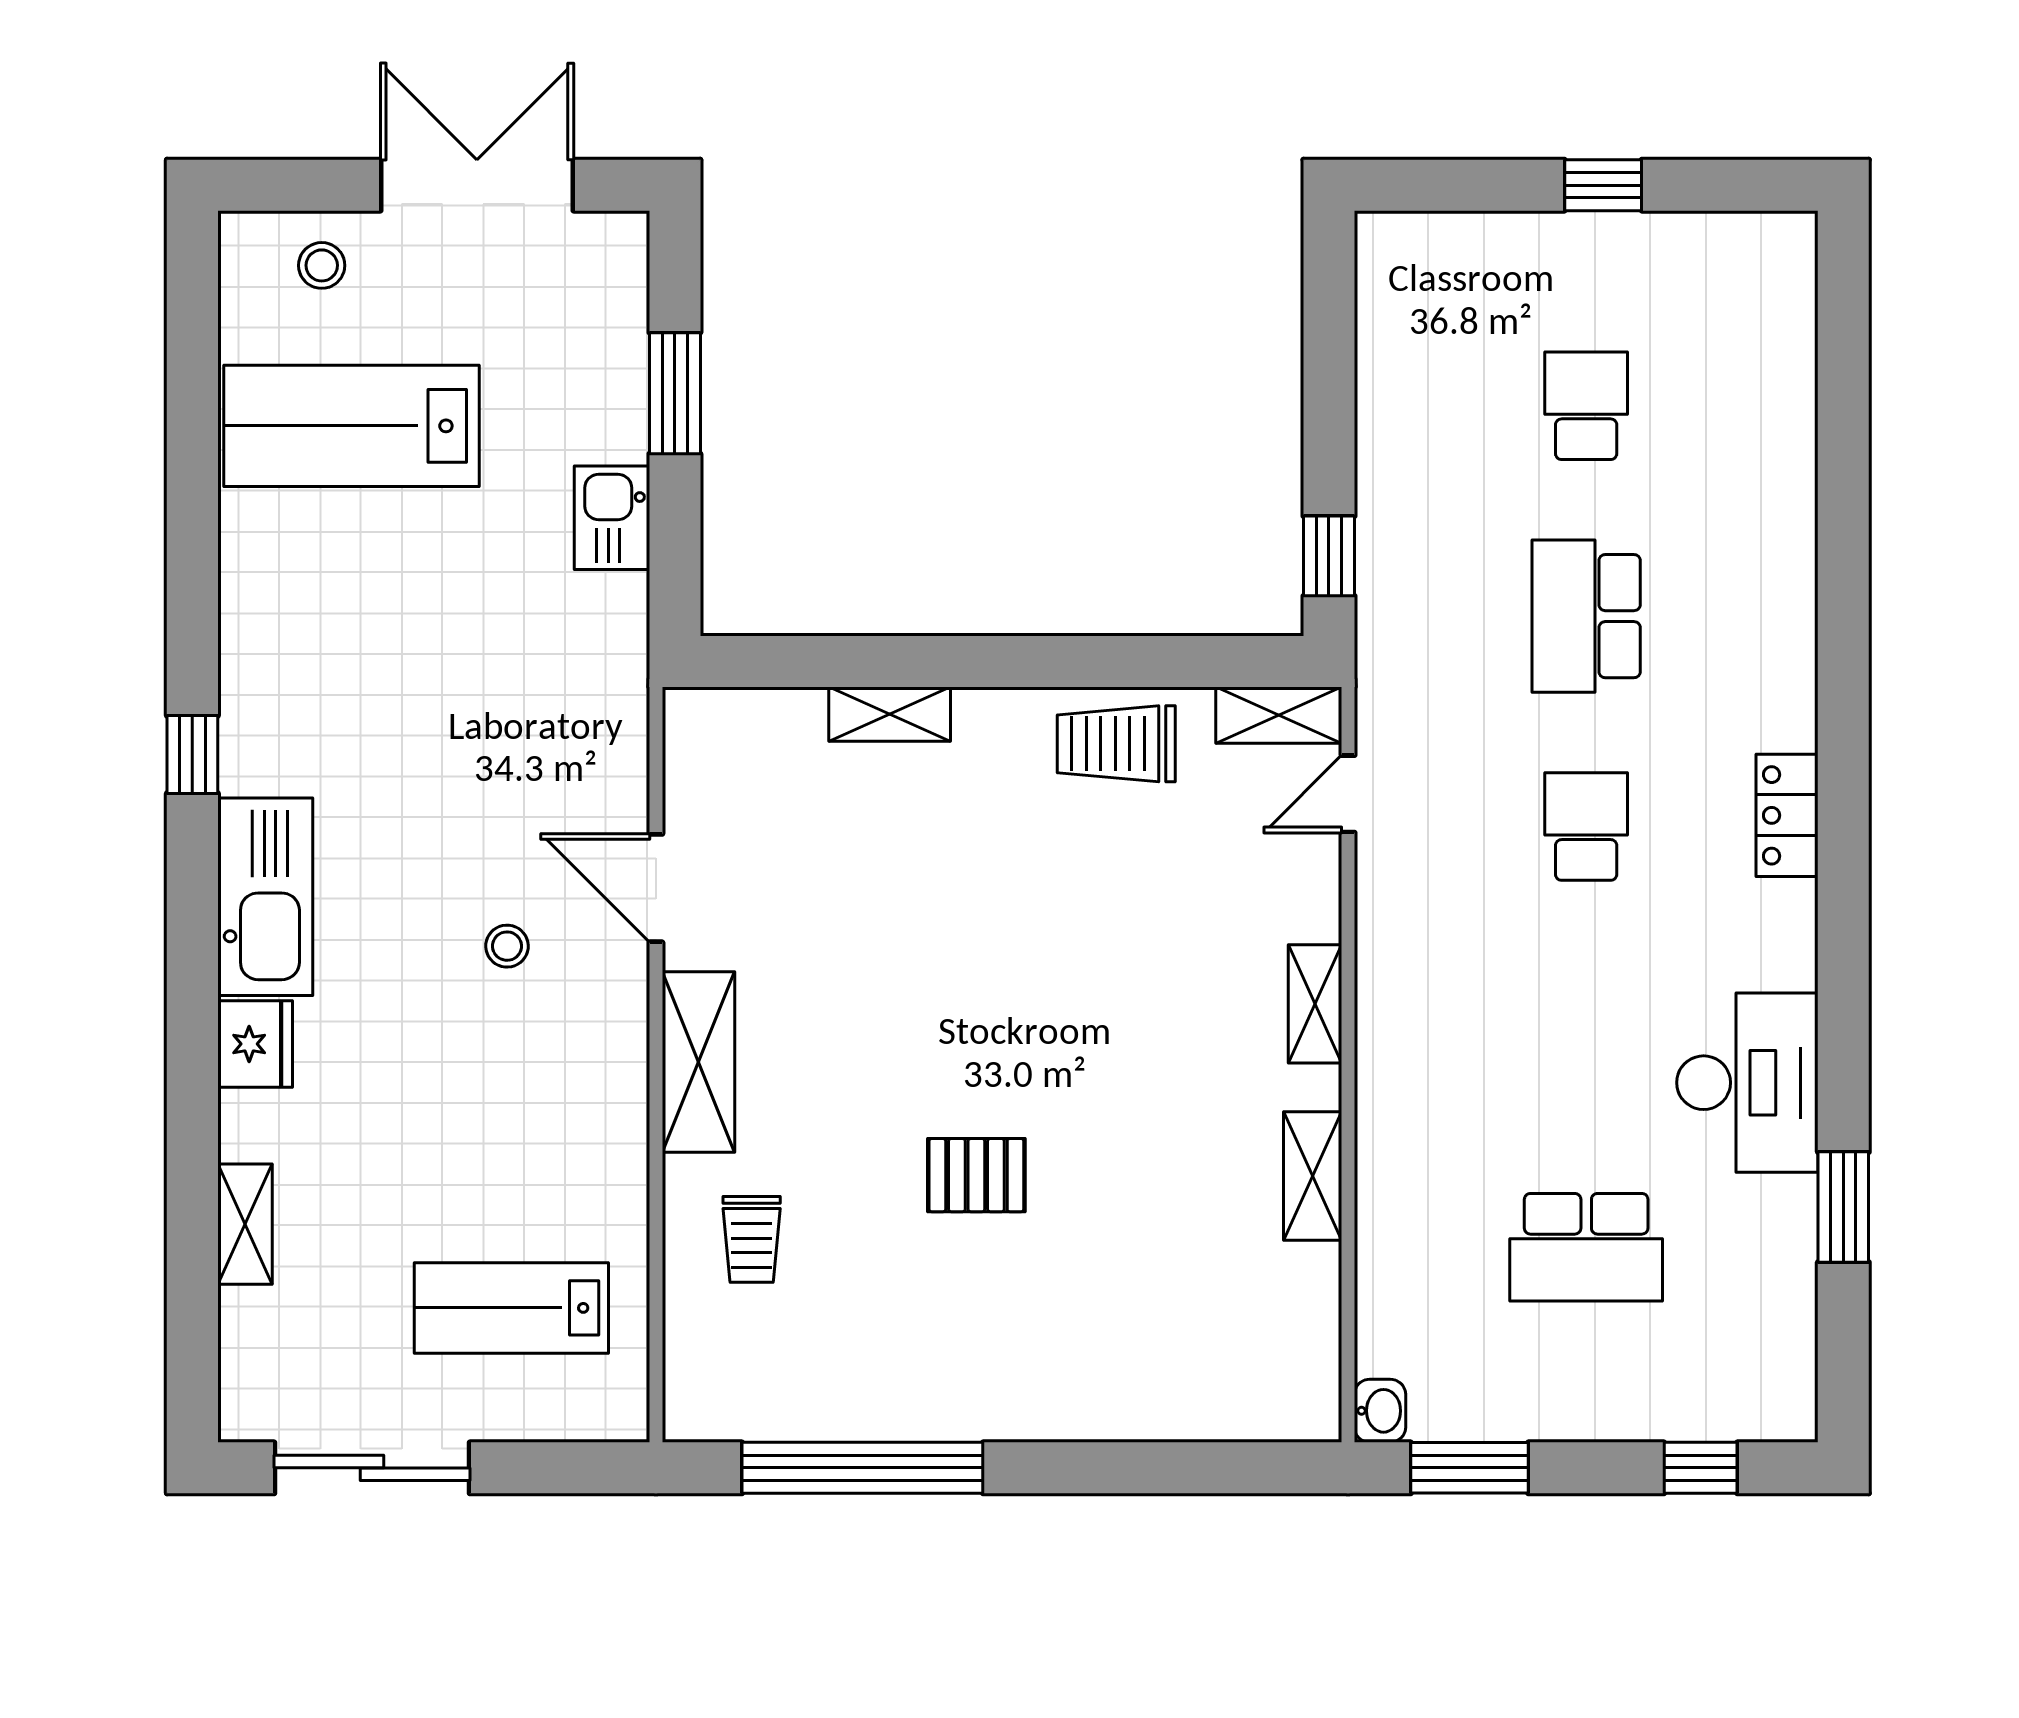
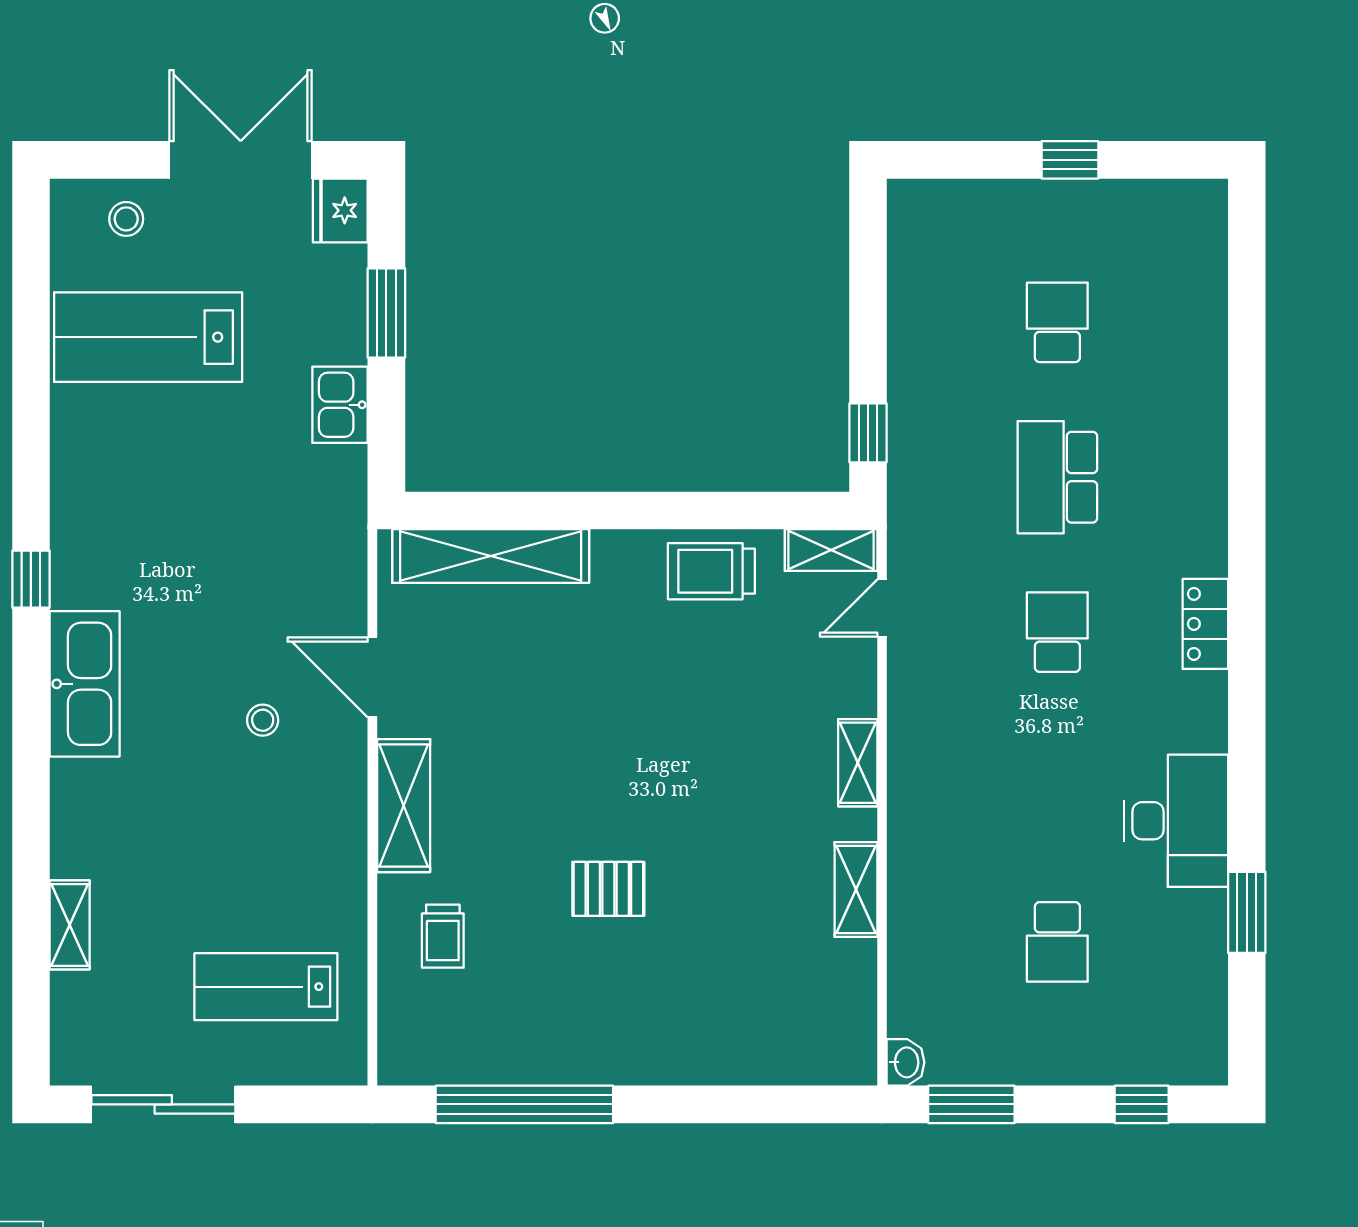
shelving: (890, 714) -> (491, 556), width x2.20, depth x1.33
fridge: (255, 1044) -> (340, 210), moved, turned 180
school desk: (1586, 1247) -> (1057, 942), width x0.54

